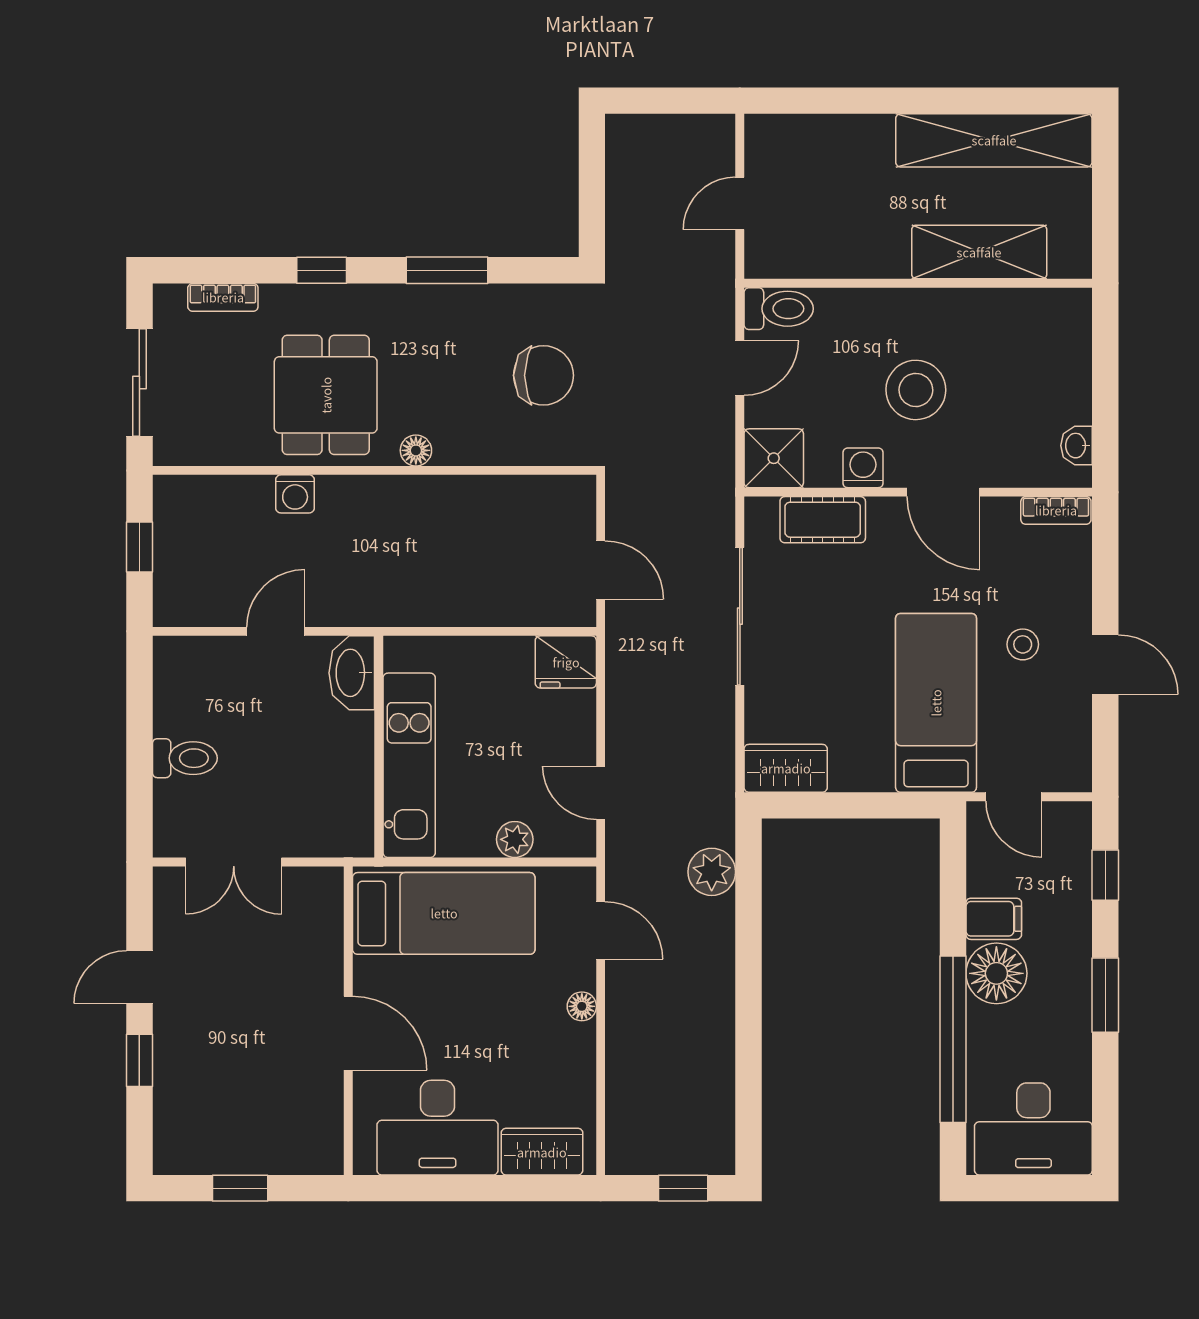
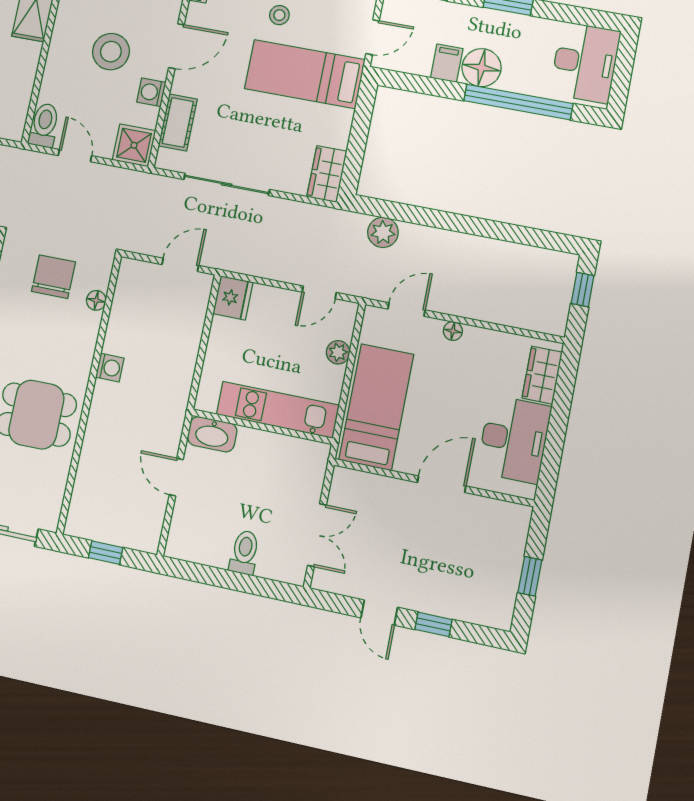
floor lamp: (416, 450) -> (96, 300), moved
washing machine: (295, 494) -> (110, 368), moved

